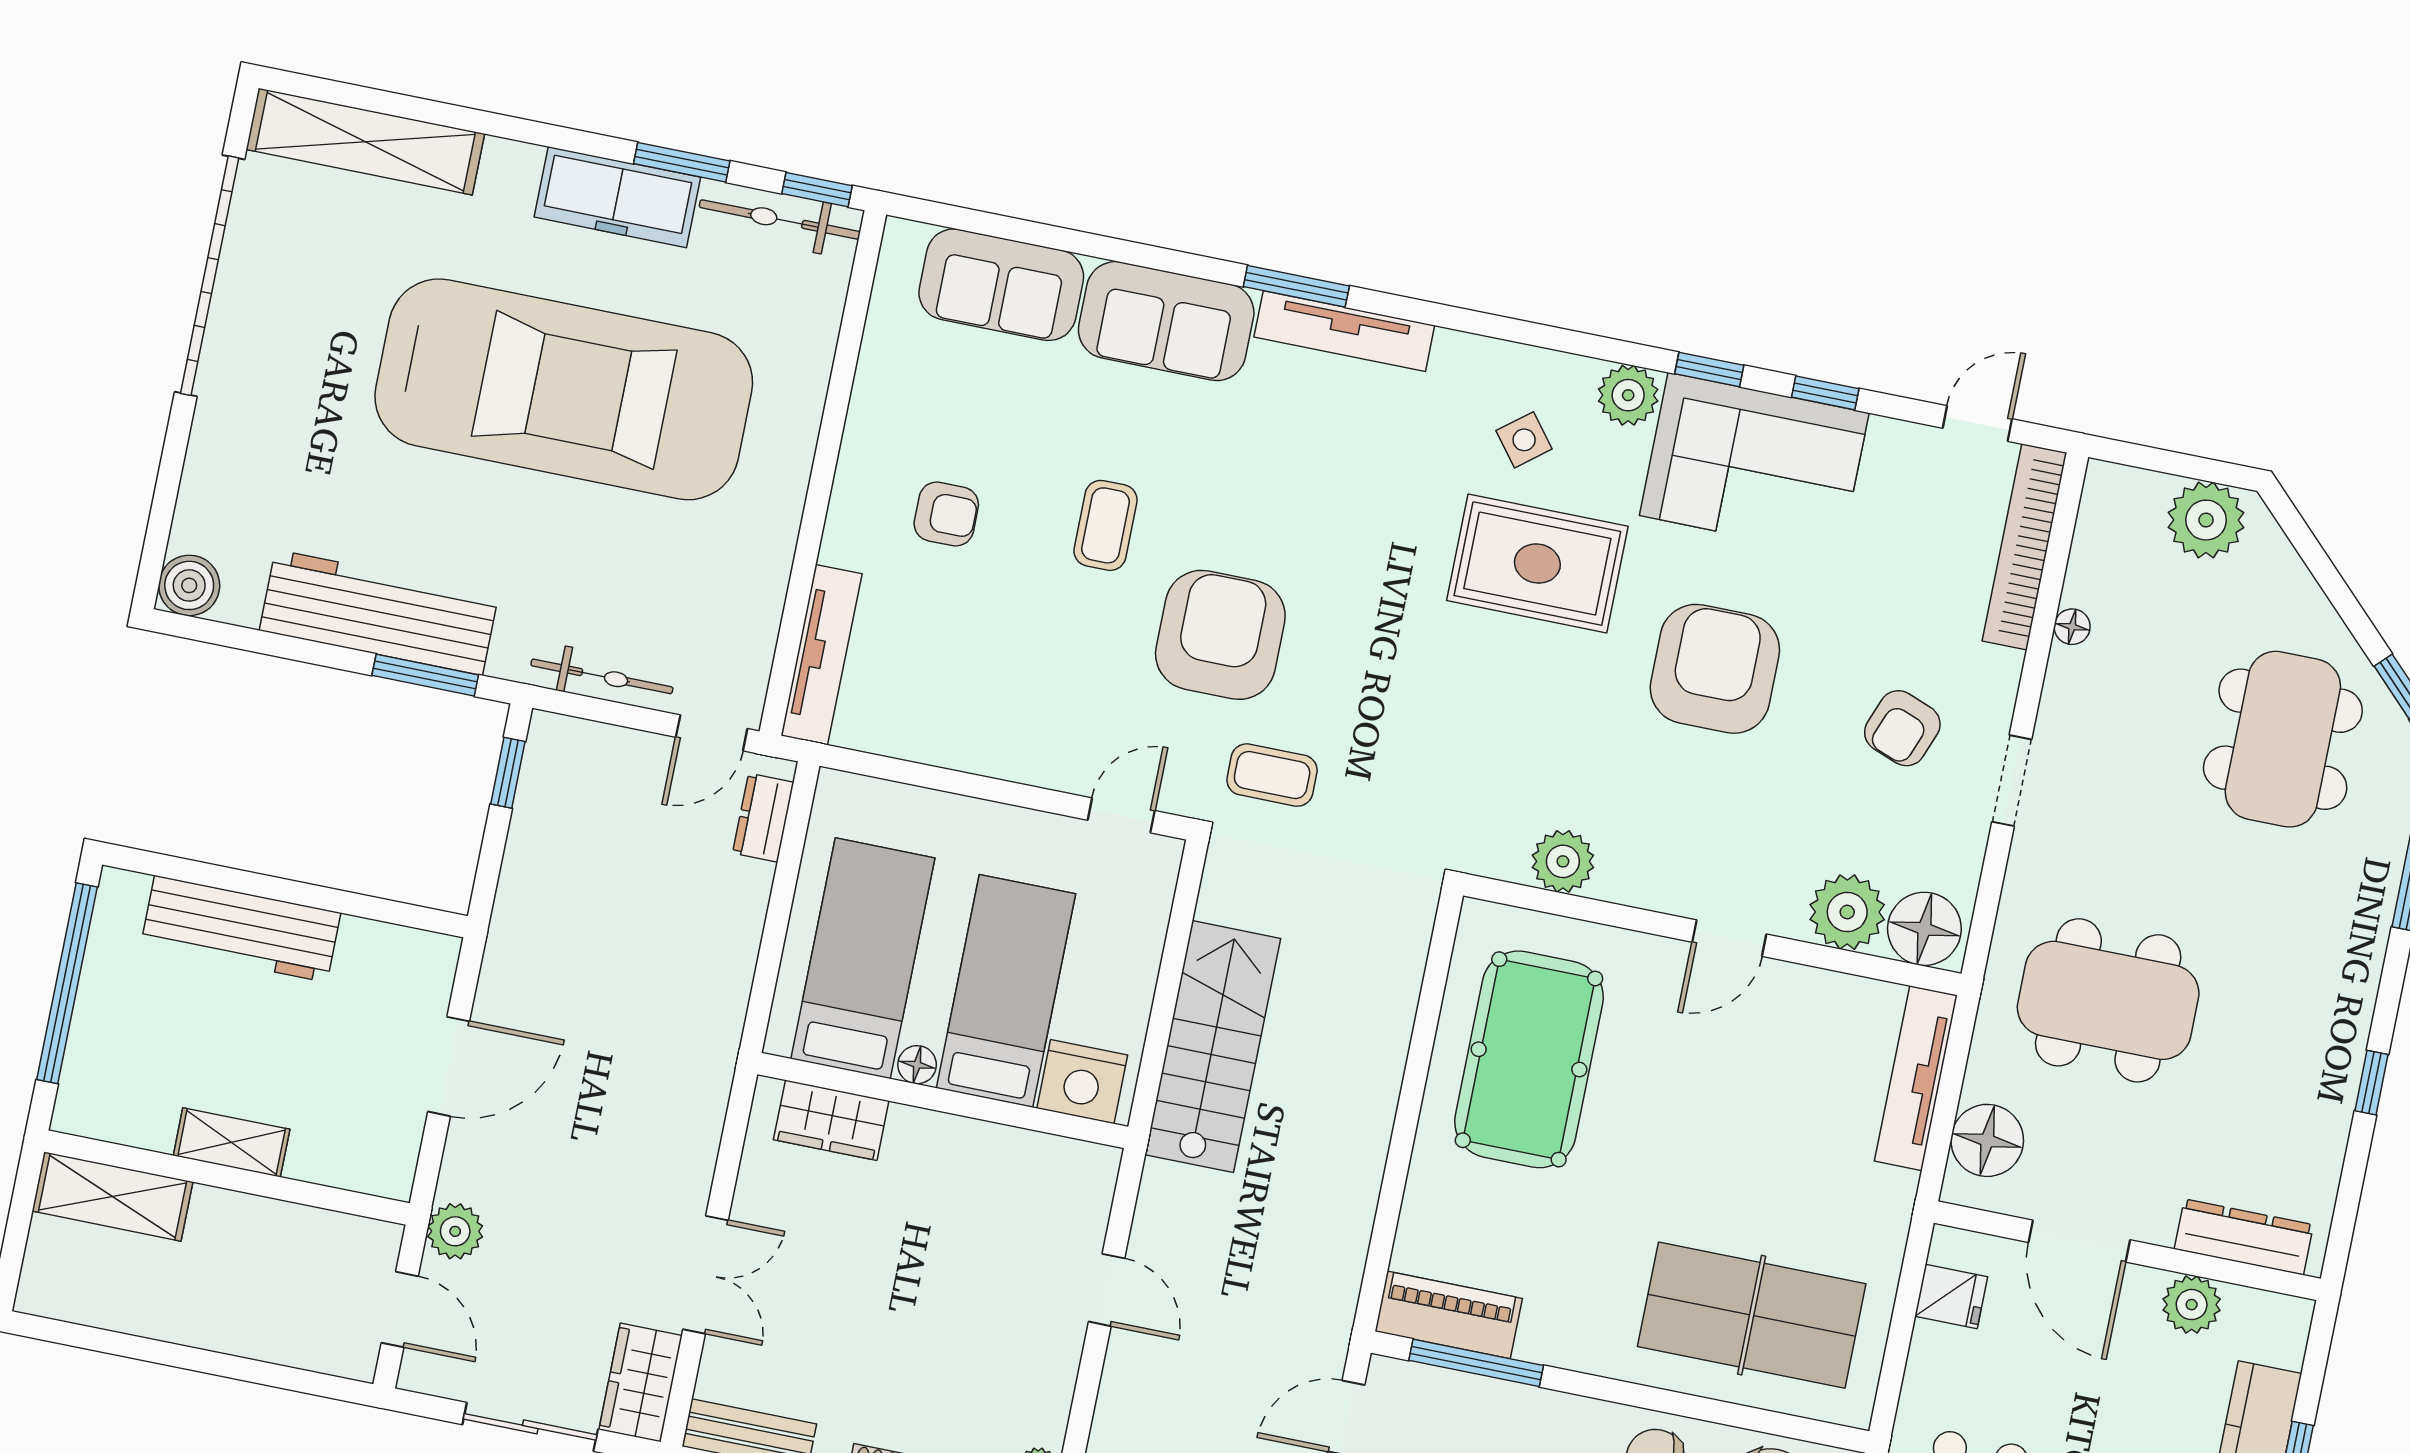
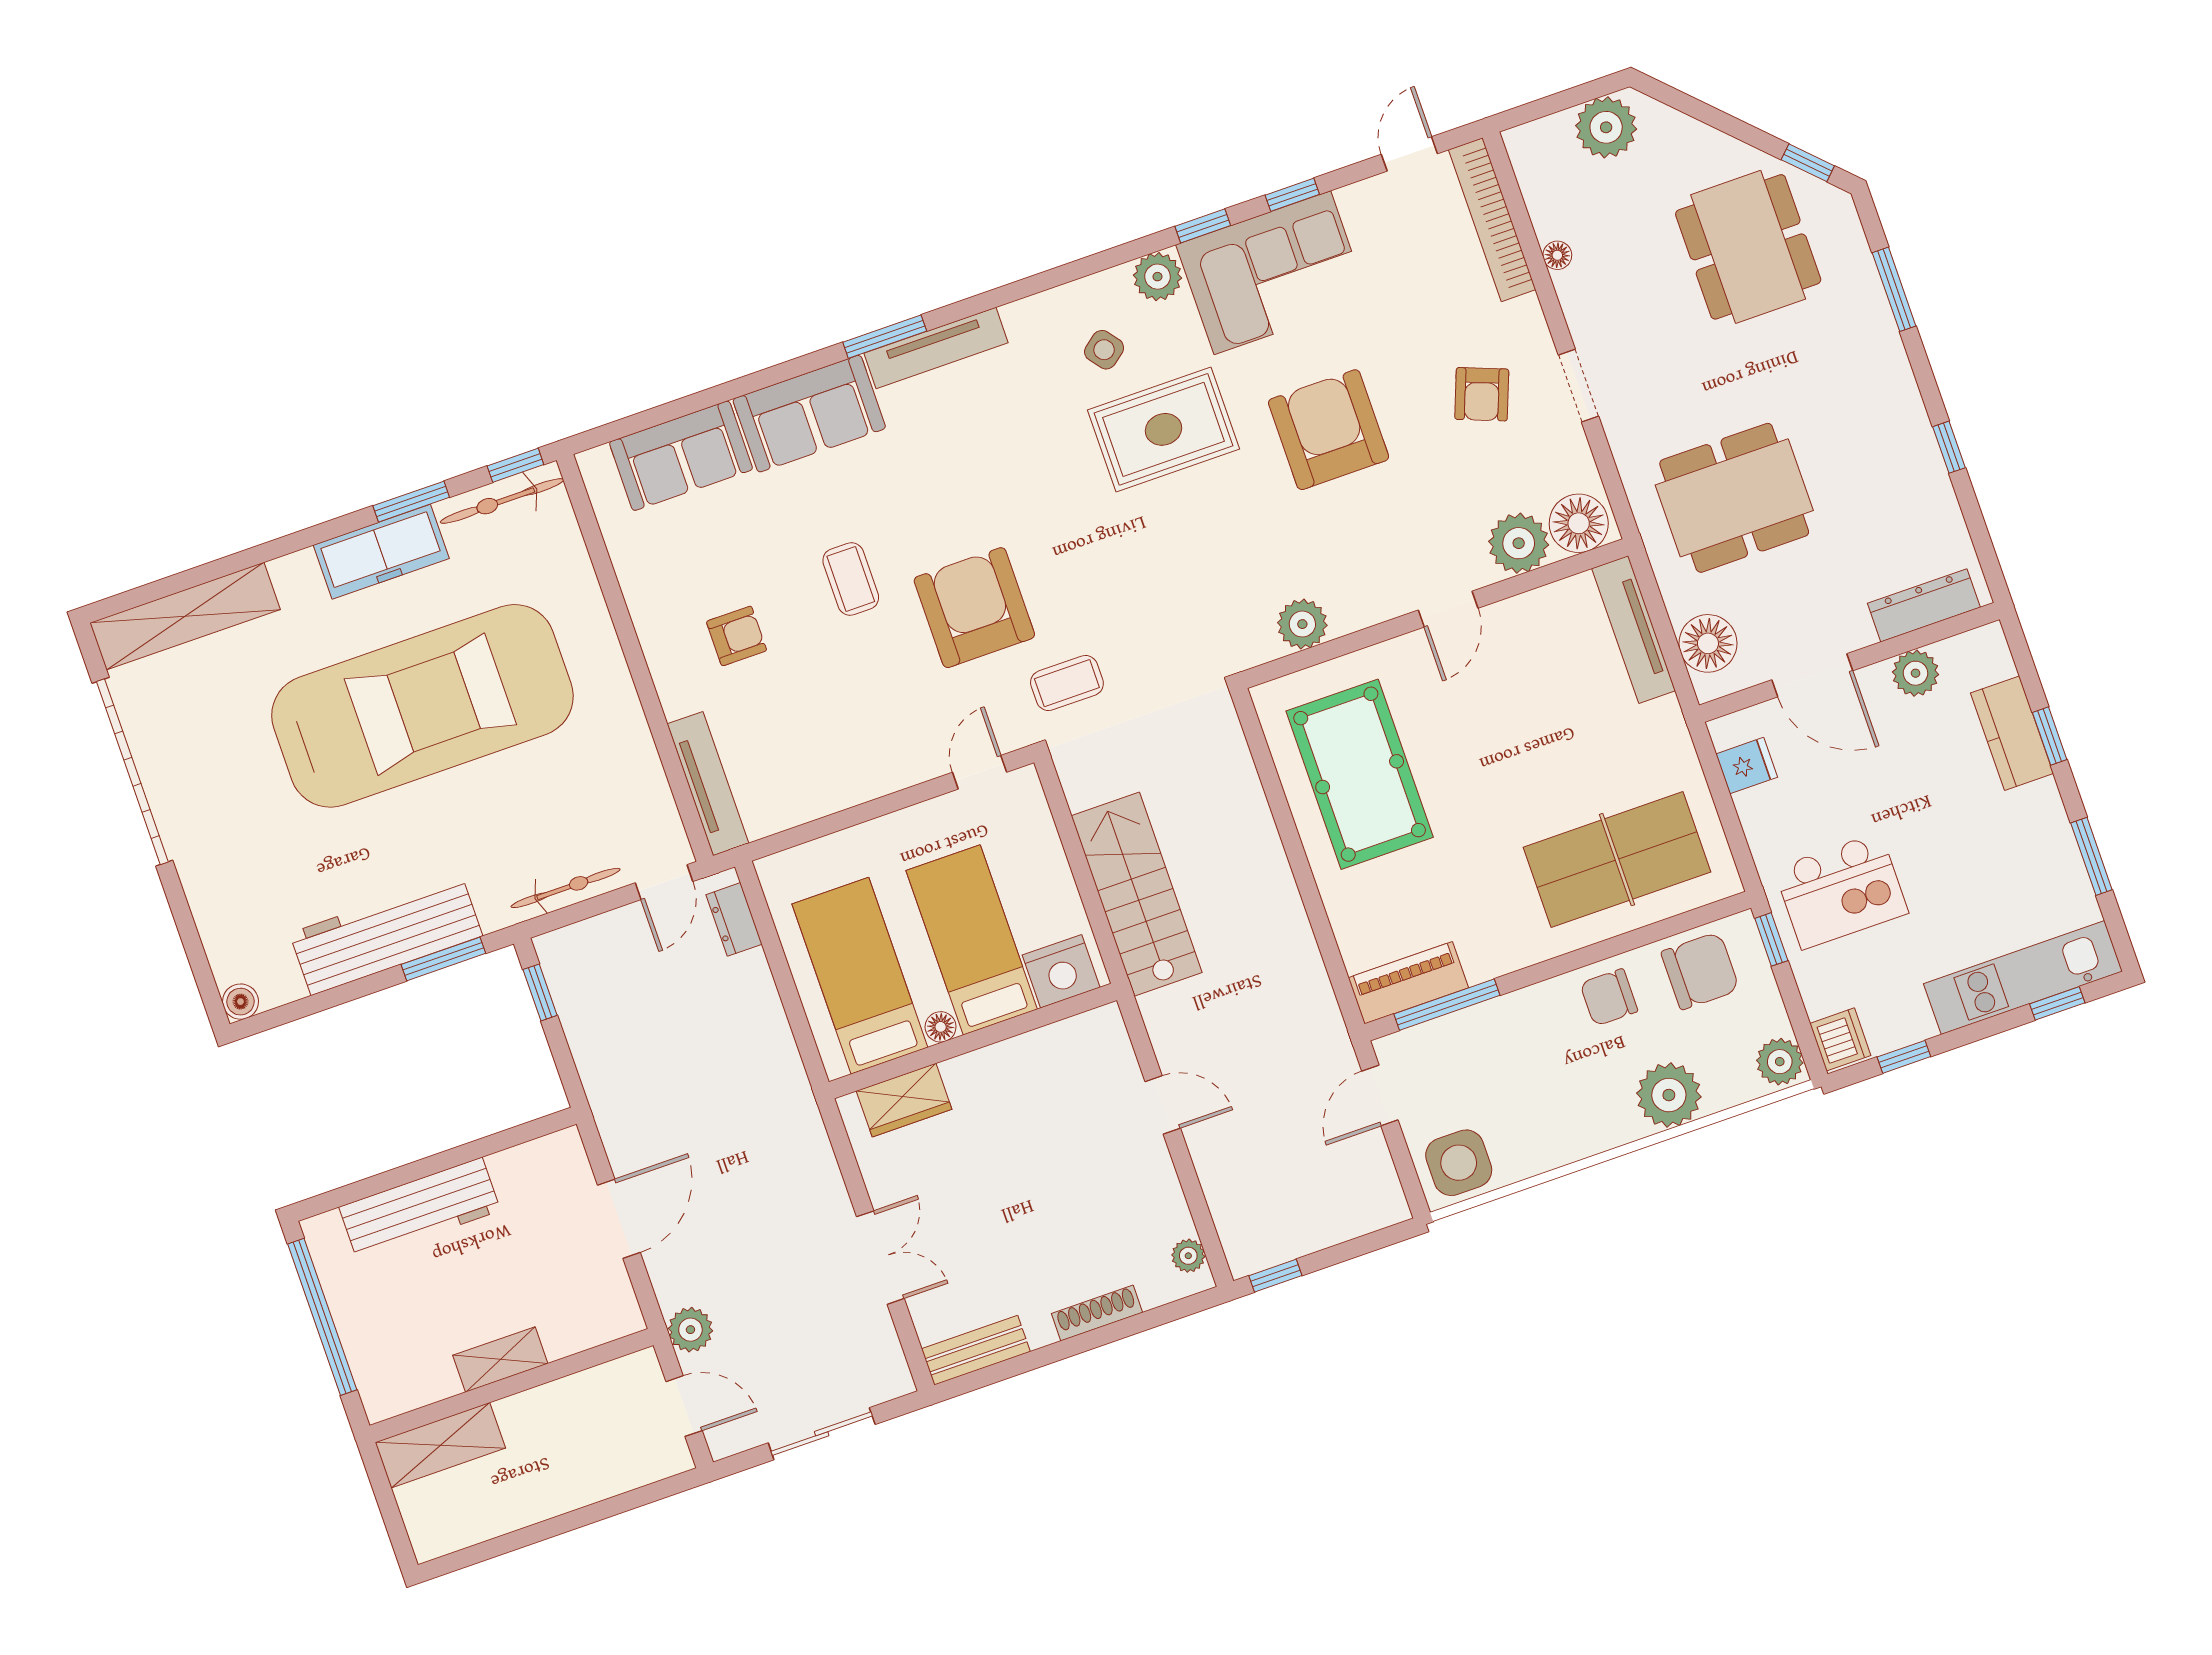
boiler: (189, 585) -> (240, 1002), width x0.73, depth x0.73
wardrobe: (641, 1383) -> (880, 1358), removed

